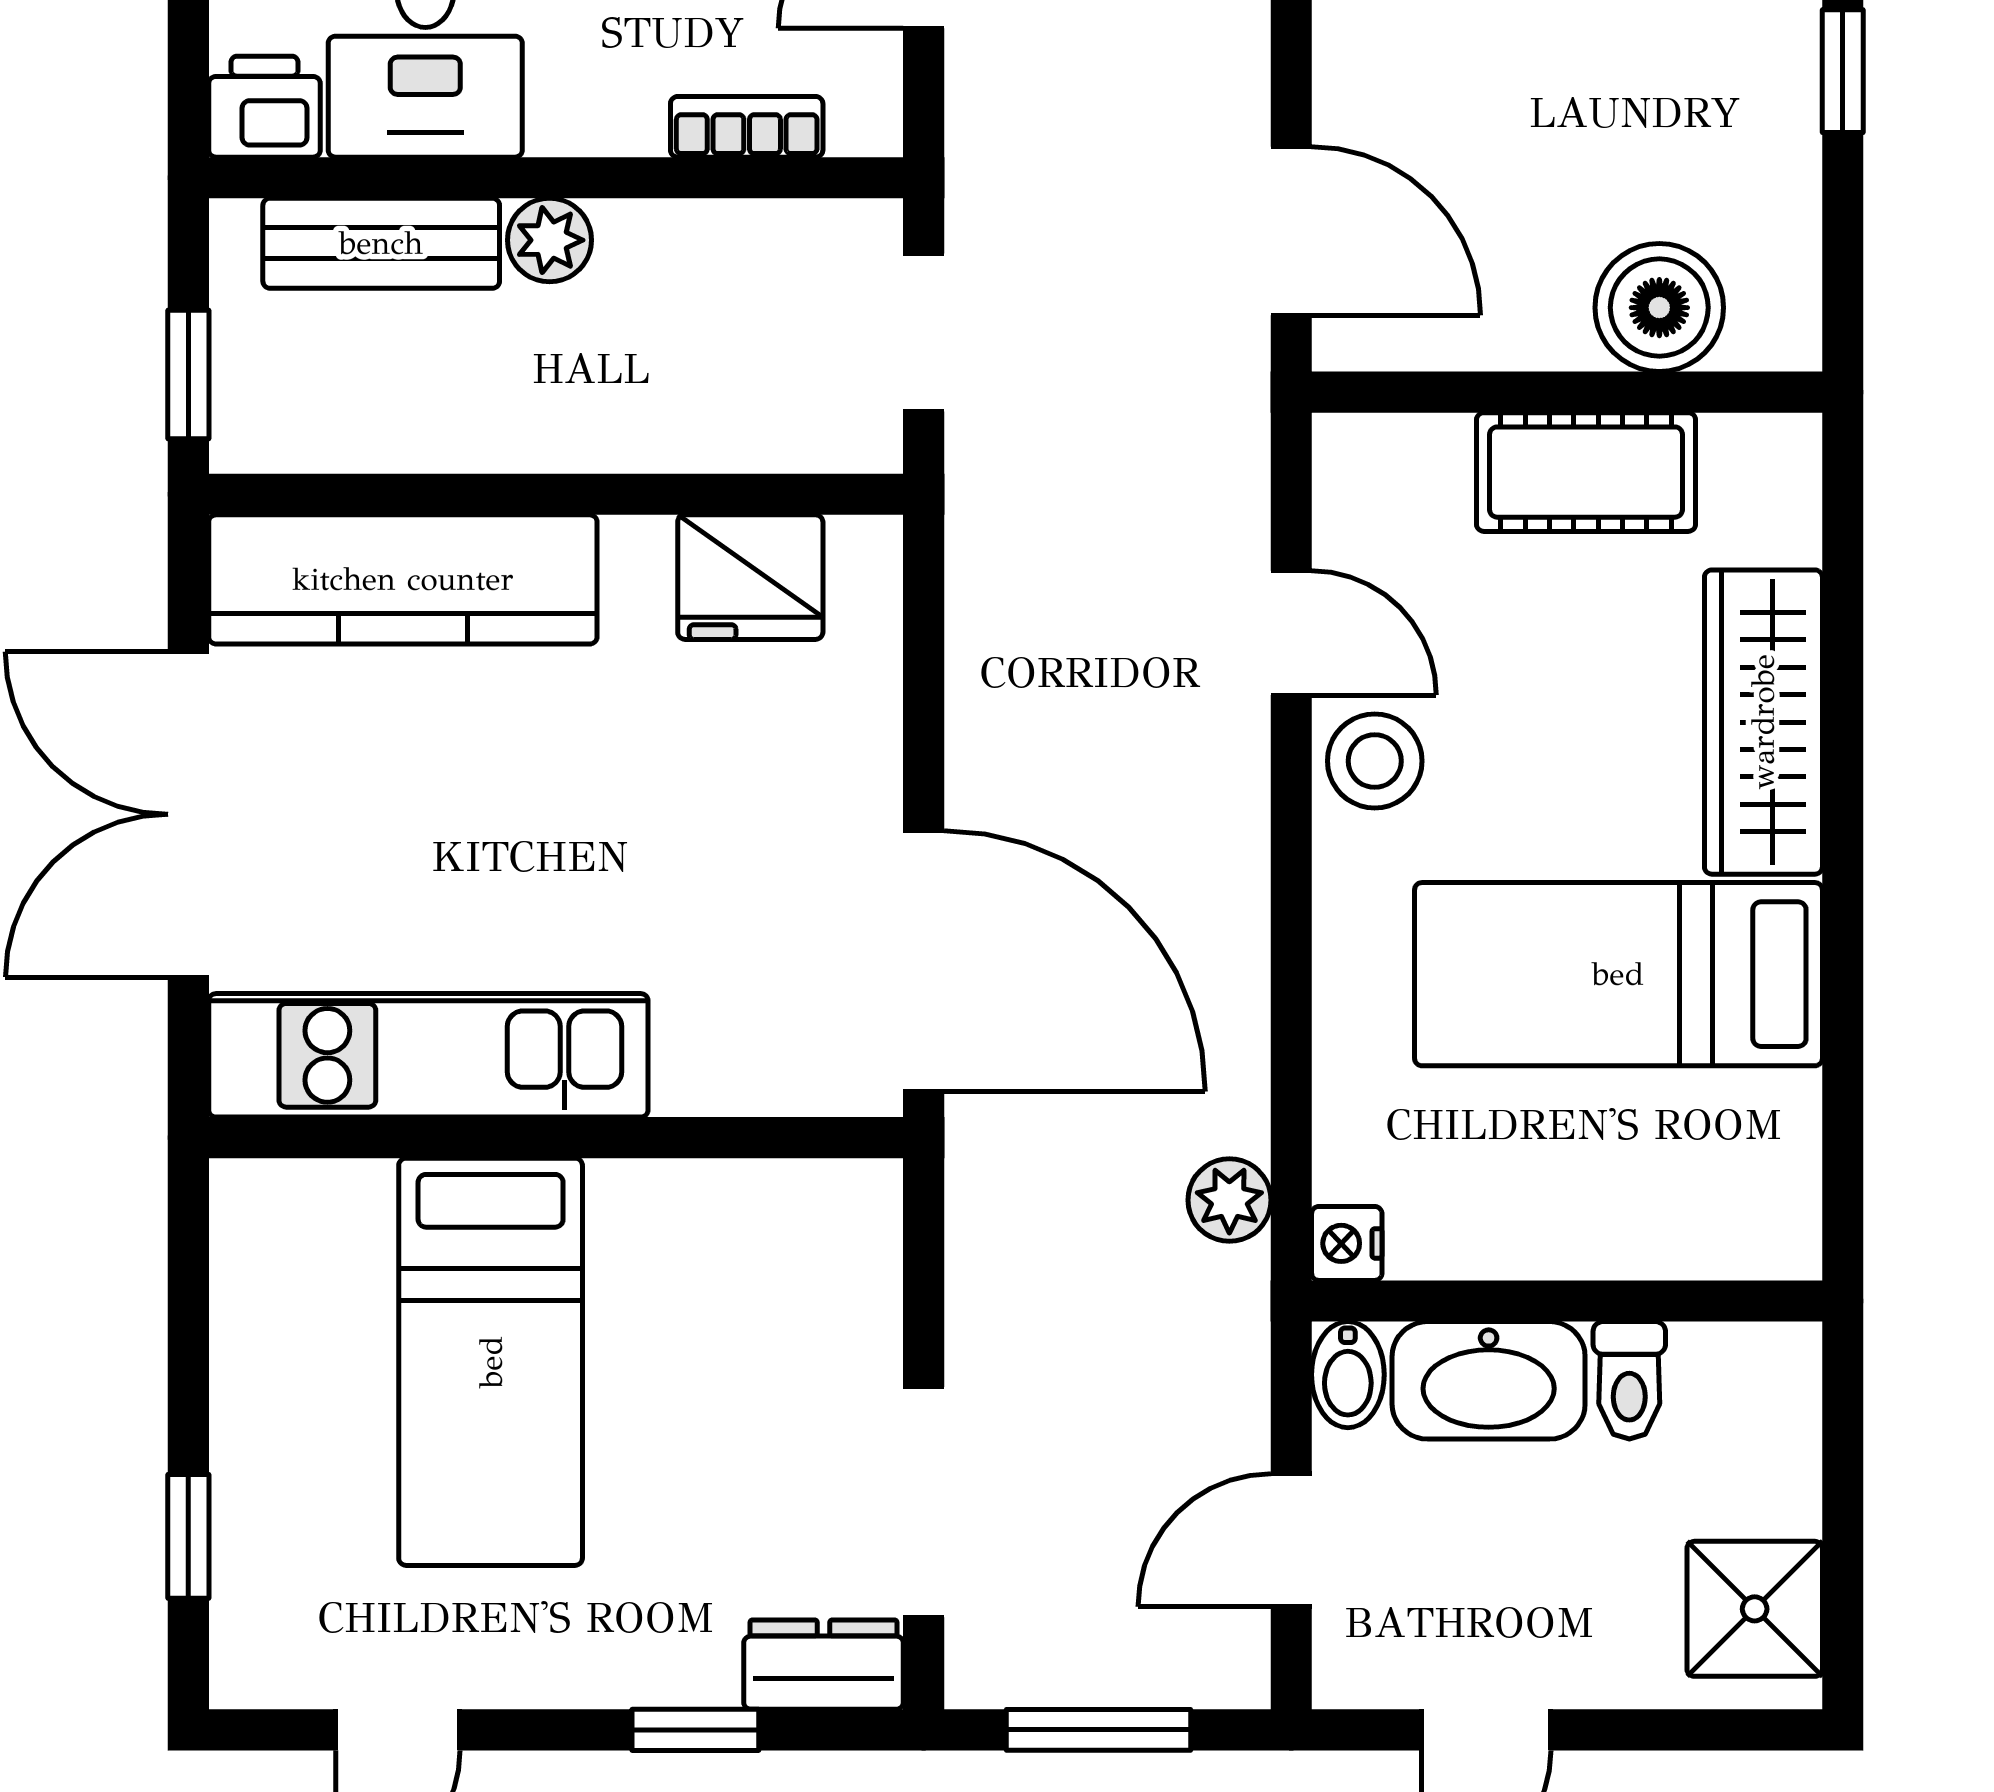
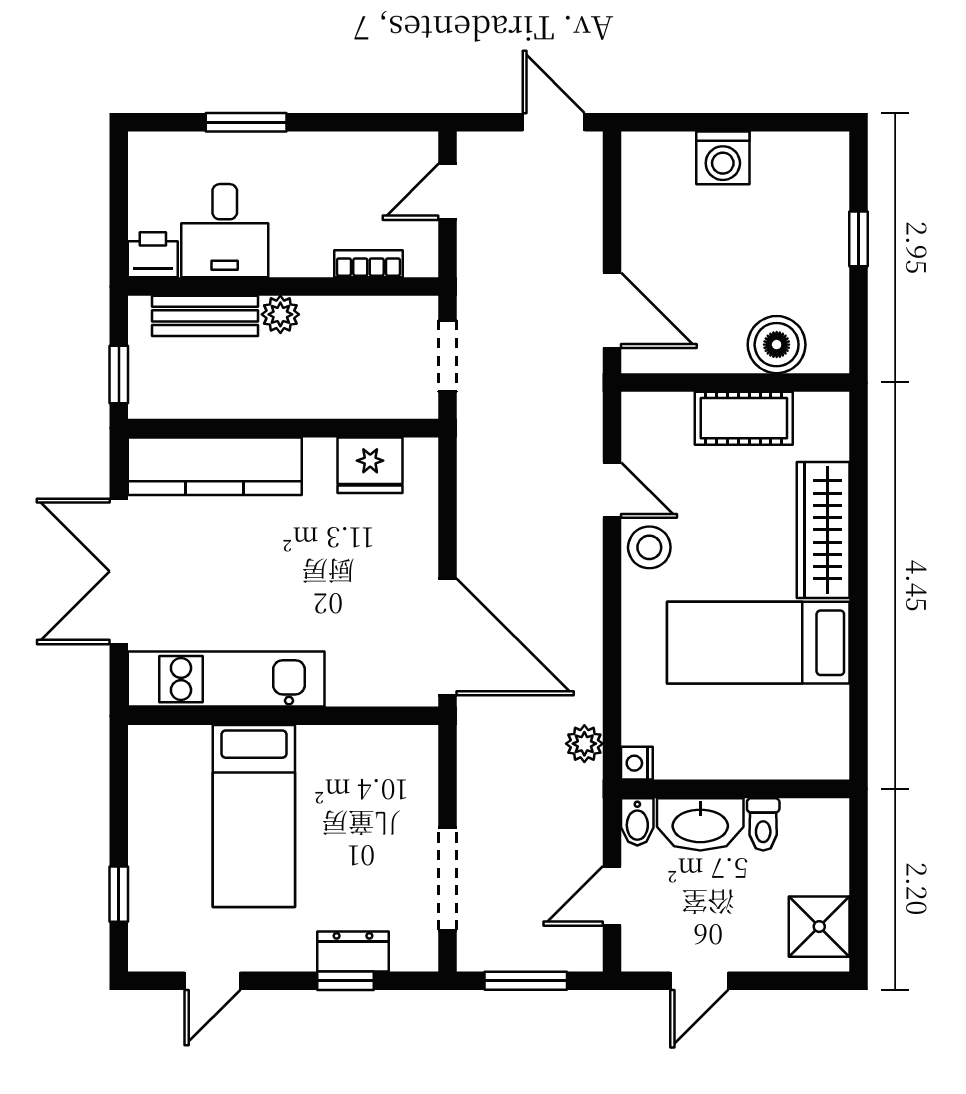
dresser: (823, 1665) -> (353, 951), moved

